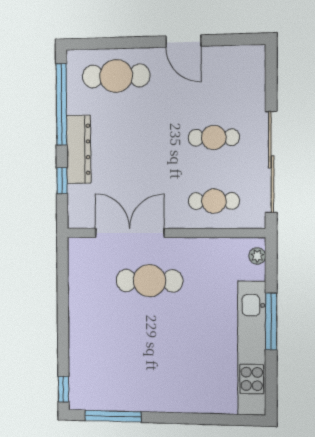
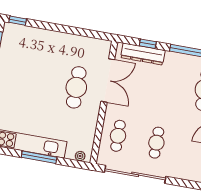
dresser: (79, 149) -> (143, 54), moved

